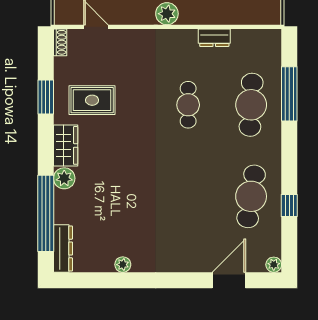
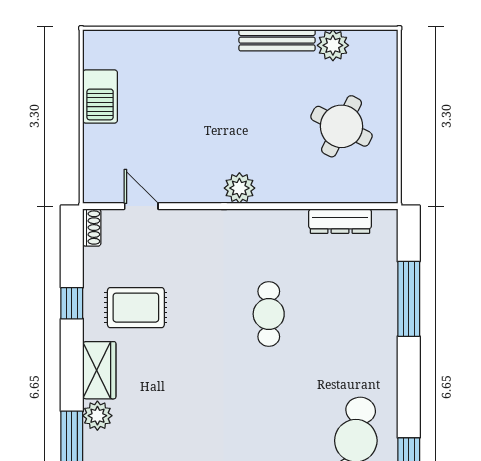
dresser: (214, 38) -> (340, 221), moved, width x1.44
window: (46, 97) -> (72, 303), width x0.67
cafe table: (251, 105) -> (356, 314), removed

